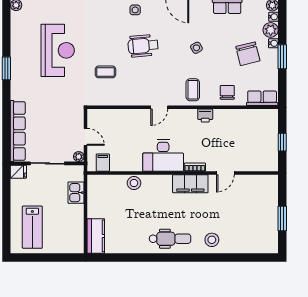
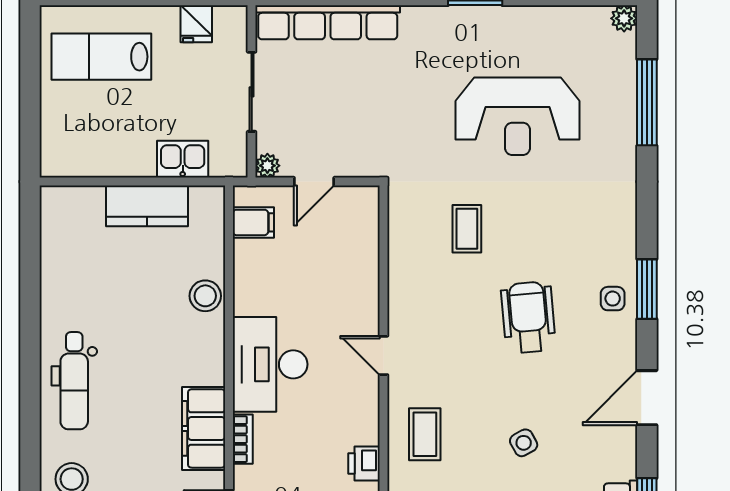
coffee table: (193, 90) -> (425, 434), turned 90
fridge: (18, 172) -> (196, 24), moved
kitchen counter: (96, 236) -> (147, 206), moved

